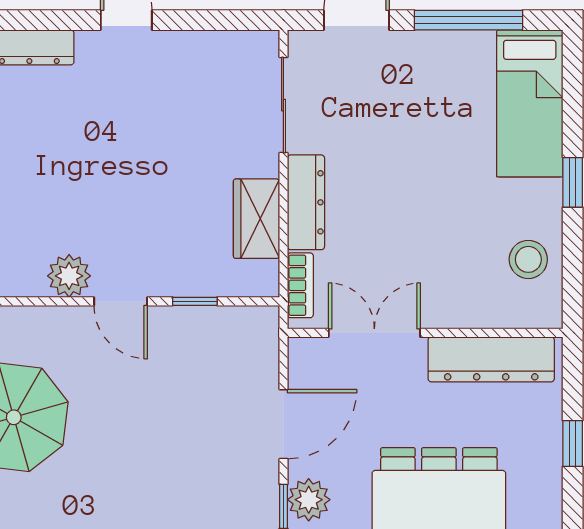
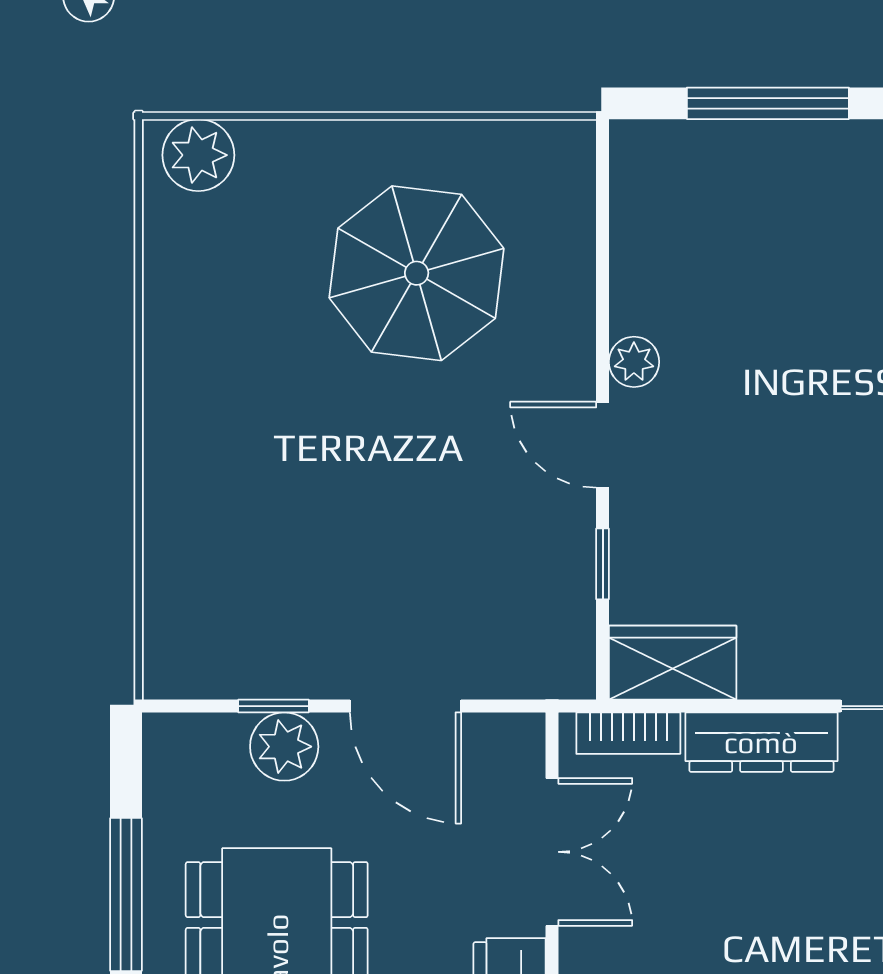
wardrobe: (257, 219) -> (673, 663), moved
plant: (69, 276) -> (634, 362), width x0.73, depth x0.73
door: (121, 301) -> (603, 445), hinge flipped

